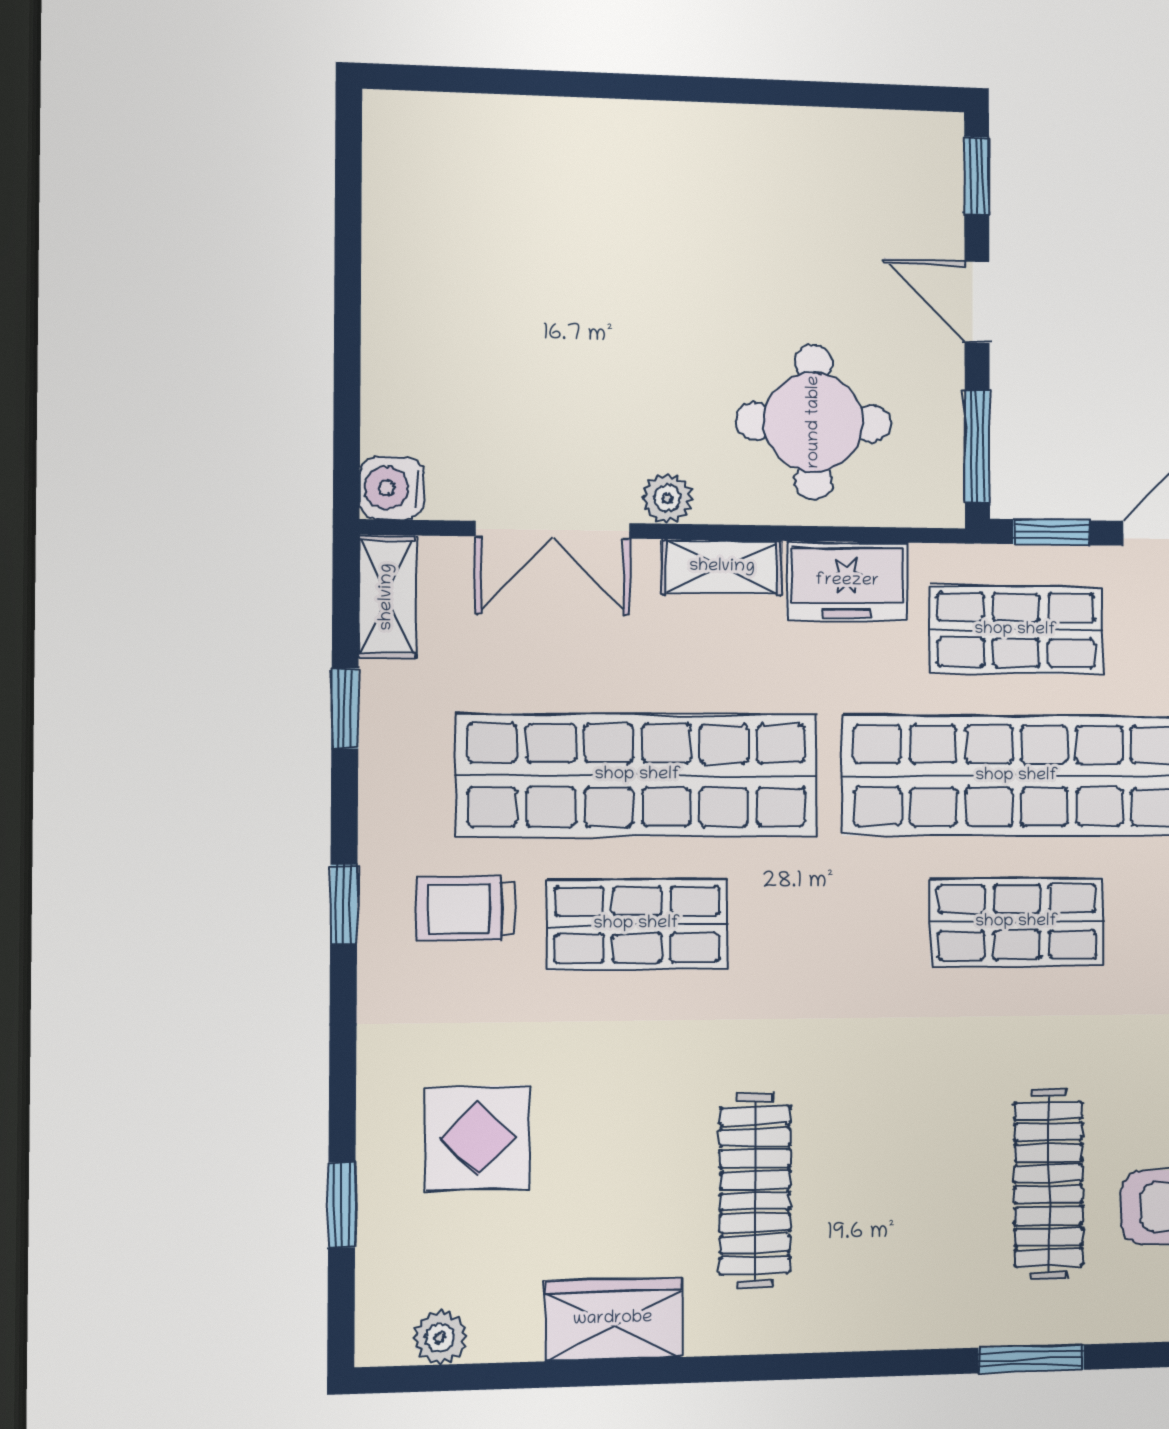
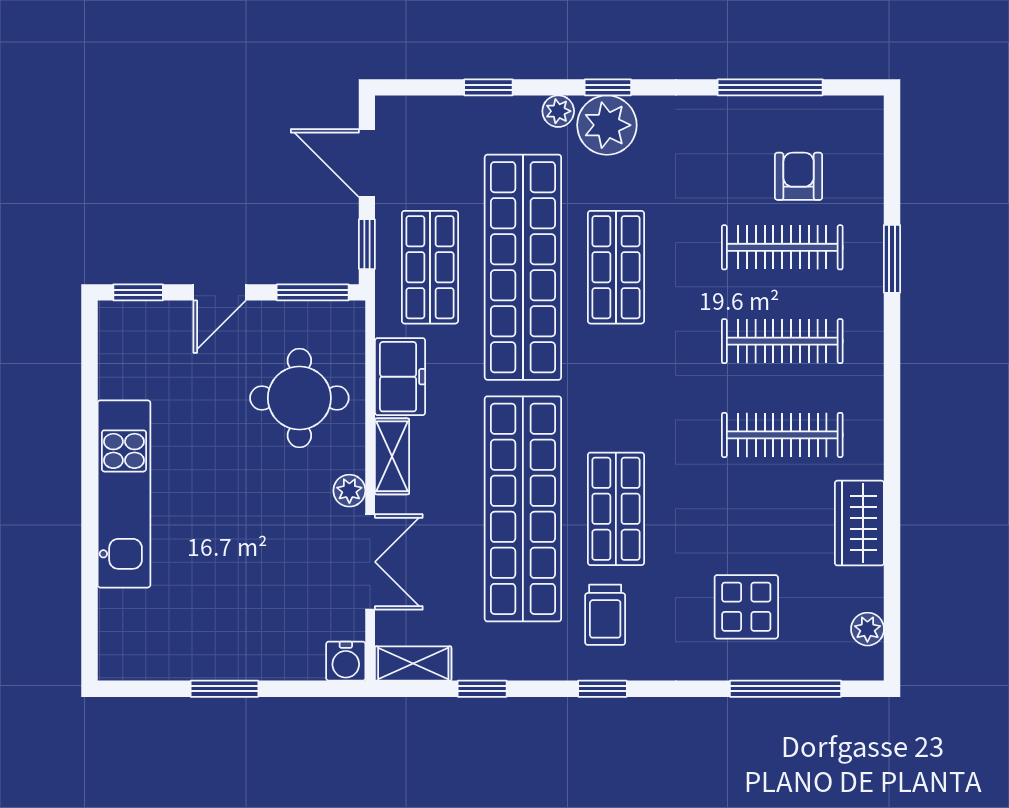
kitchen unit: (663, 142) -> (124, 494), added
window: (348, 292) -> (224, 689), added
clothes rail: (903, 1187) -> (782, 341), added
window: (342, 1205) -> (785, 689), width x2.17

